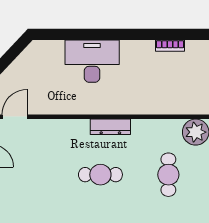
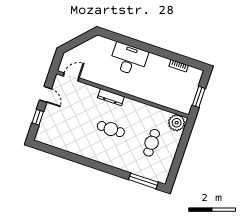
dresser: (110, 127) -> (111, 97), moved

